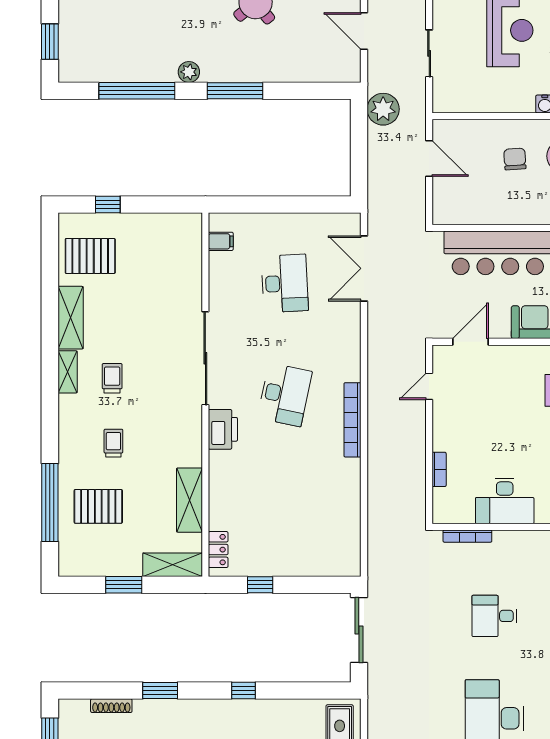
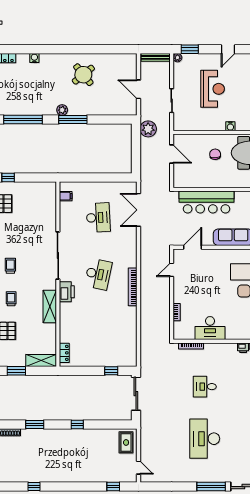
plant: (189, 72) -> (62, 110), moved
shelving: (189, 500) -> (50, 306), moved
window: (260, 585) -> (111, 371), moved

